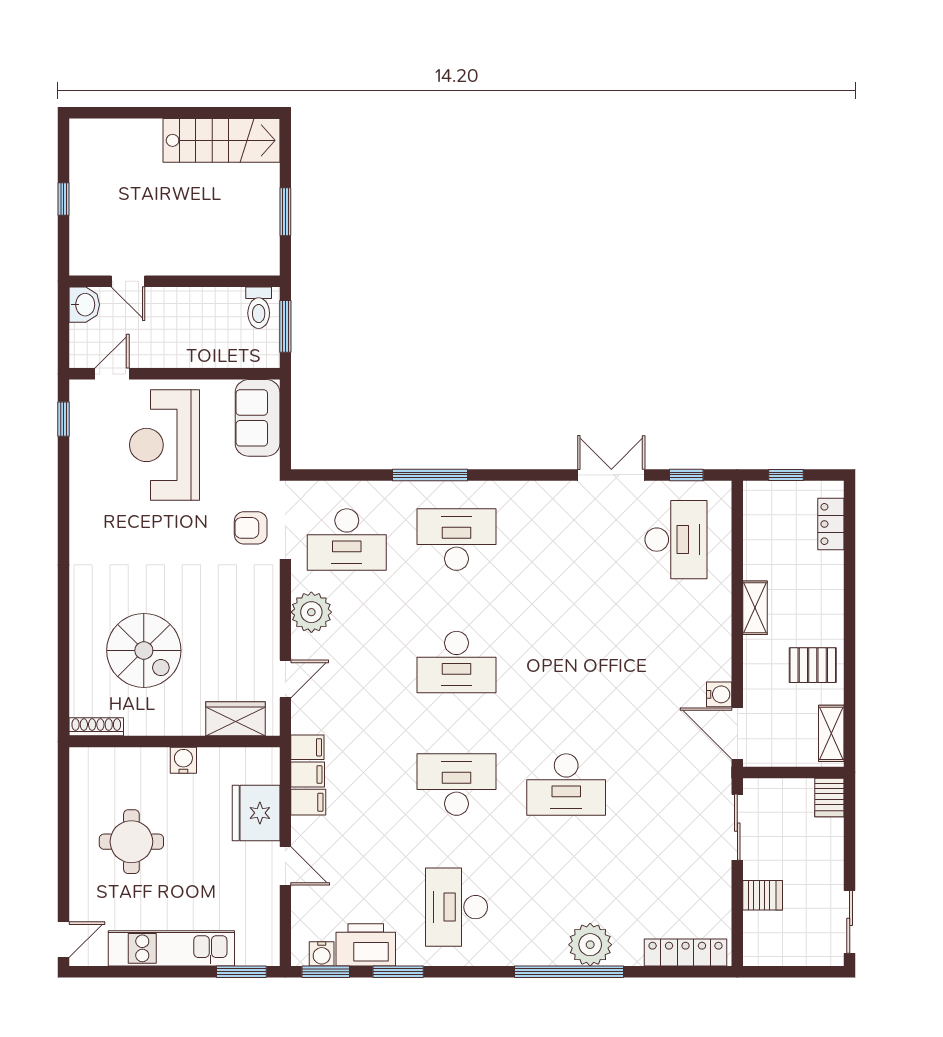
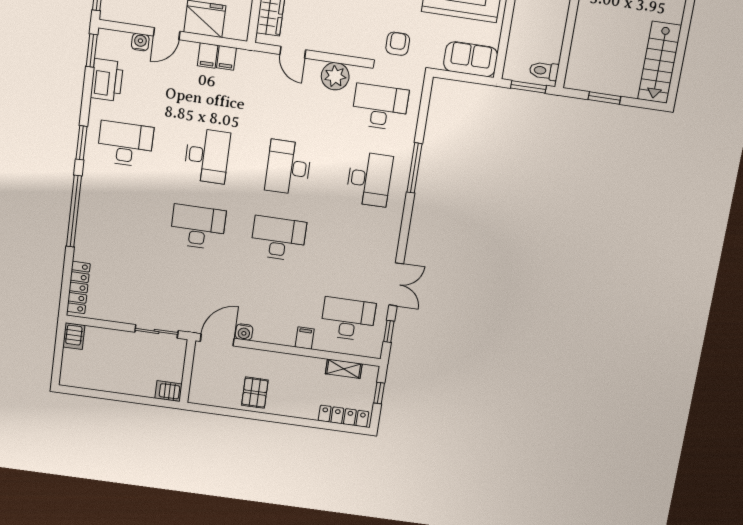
locker: (831, 524) -> (344, 416), width x1.53
desk: (347, 540) -> (380, 107), turned 90
desk: (676, 540) -> (348, 319), turned 180
shelving: (755, 608) -> (344, 369), moved
desk: (566, 662) -> (278, 238), added
shelving: (831, 733) -> (209, 398), removed
filing cabinet: (307, 747) -> (305, 338), moved, turned 180
desk: (566, 785) -> (198, 227), turned 90
server rack: (763, 895) -> (74, 336), moved
sliding door: (850, 922) -> (87, 392), removed
plant: (590, 945) -> (90, 227), removed
water cooler: (322, 954) -> (140, 42), moved, turned 90
window: (398, 972) -> (82, 143), moved

